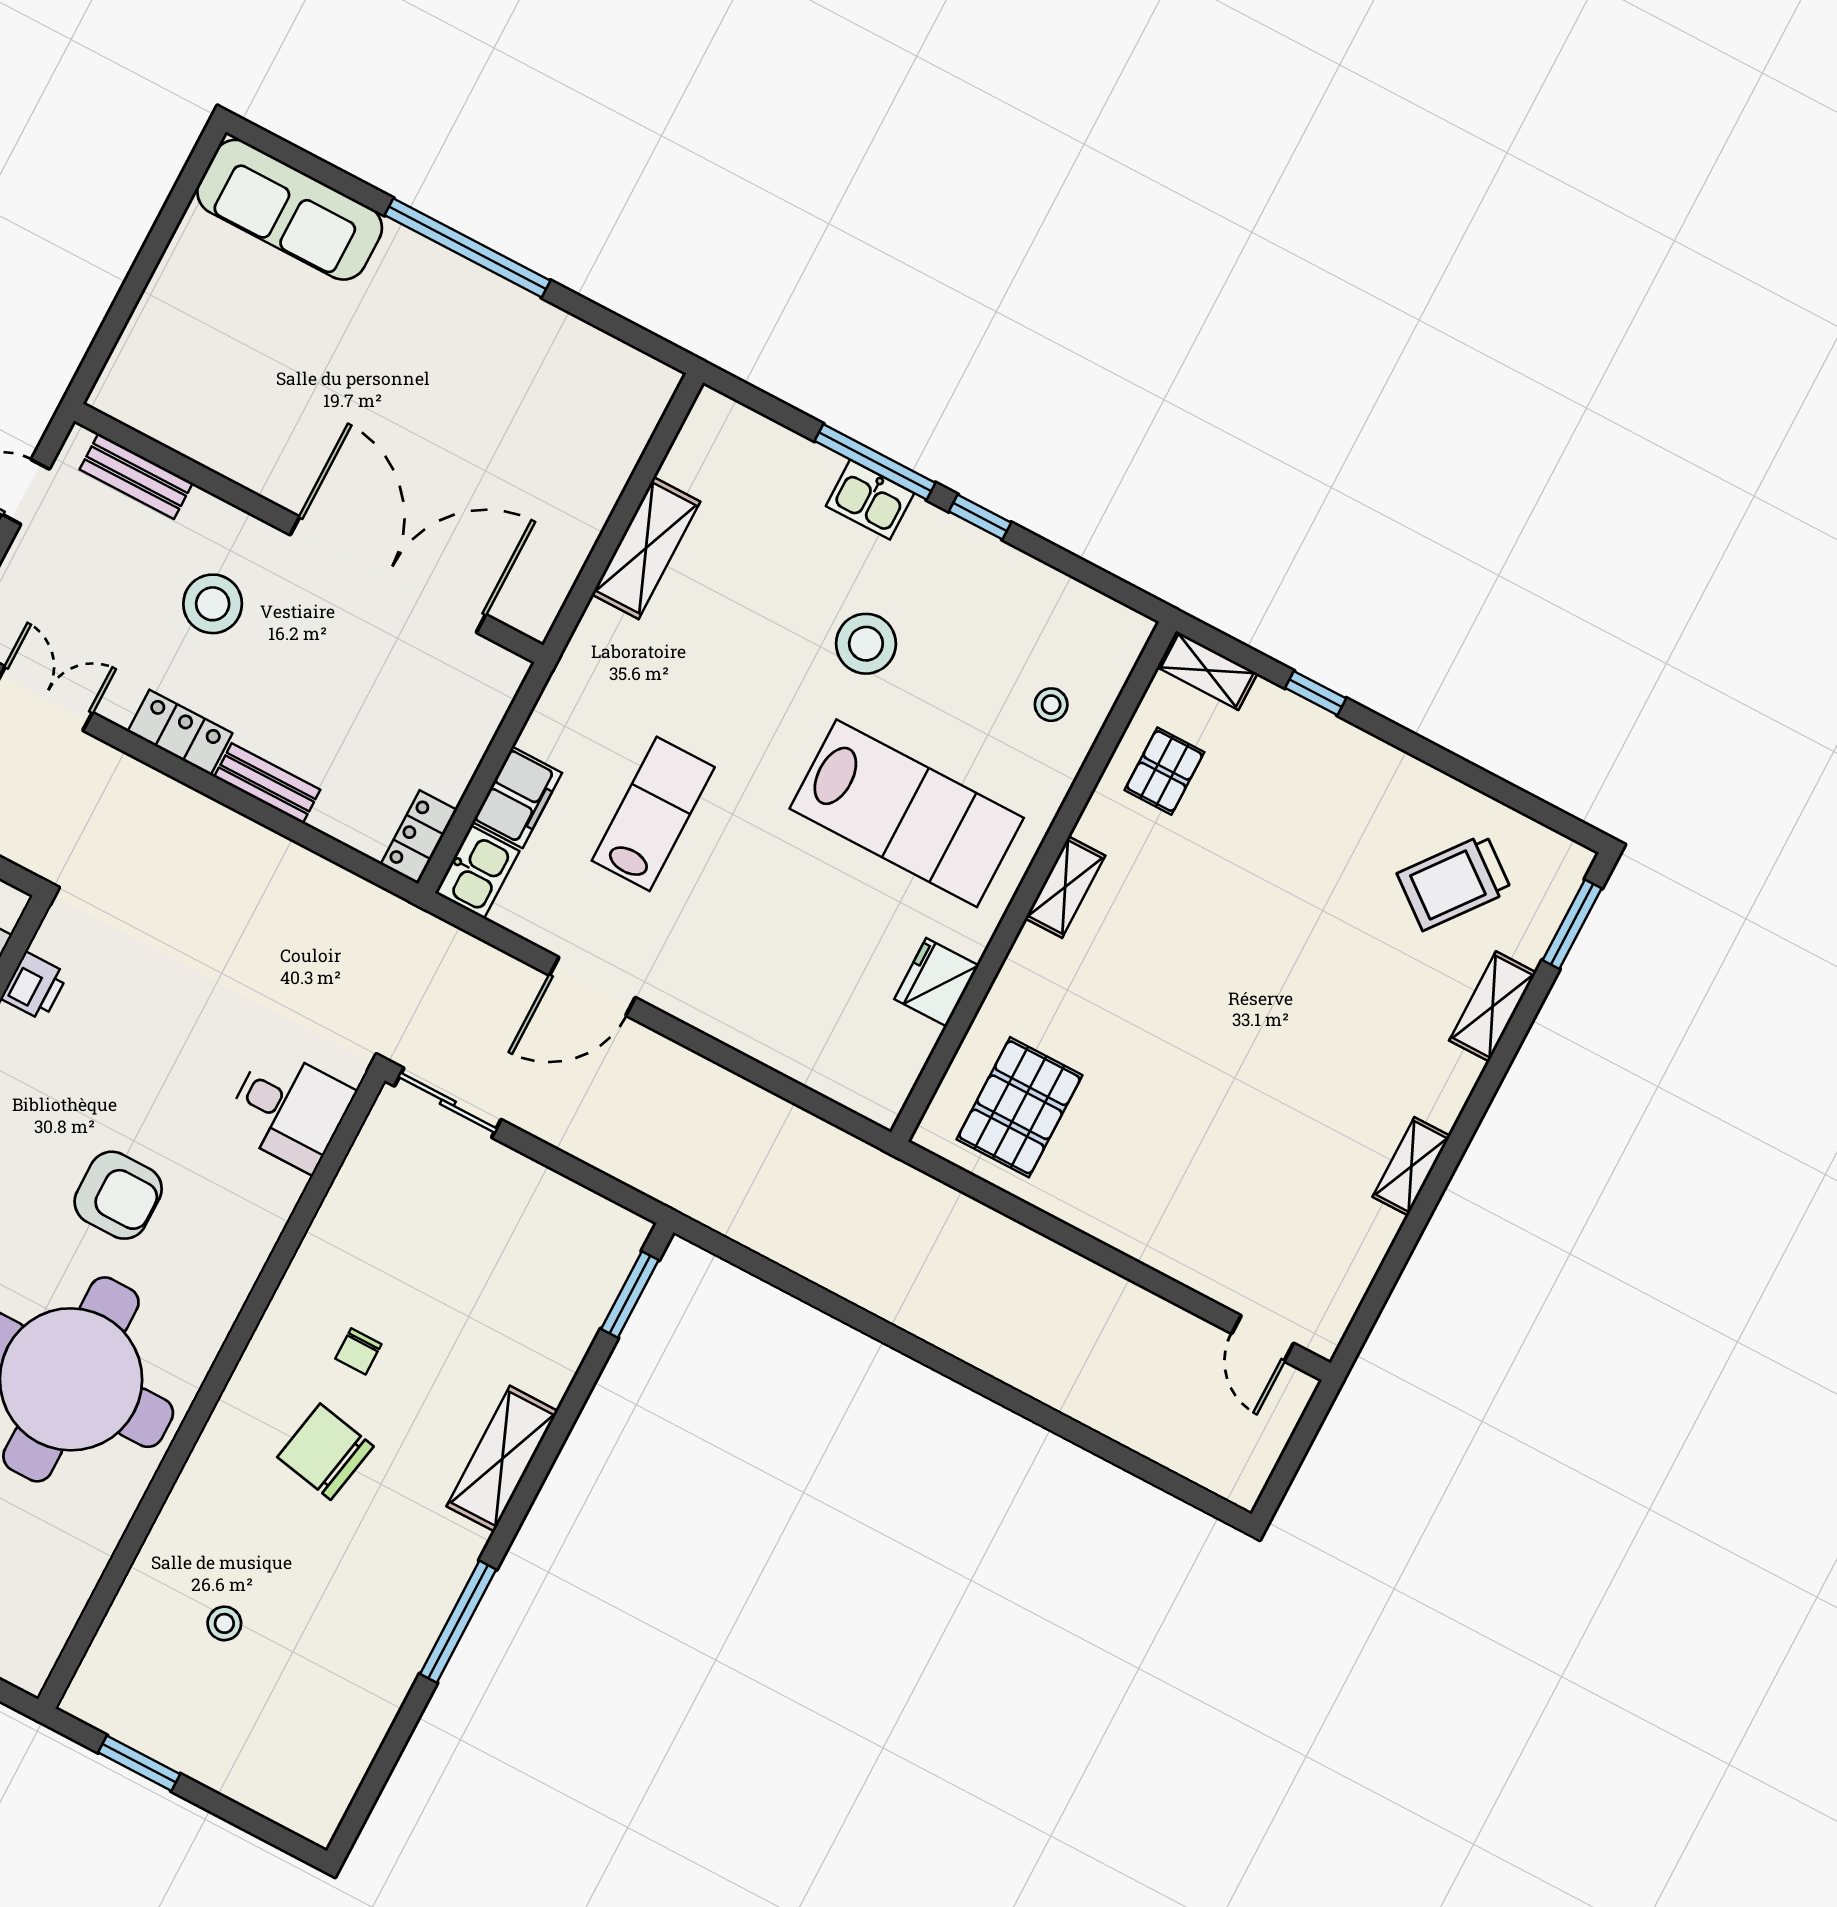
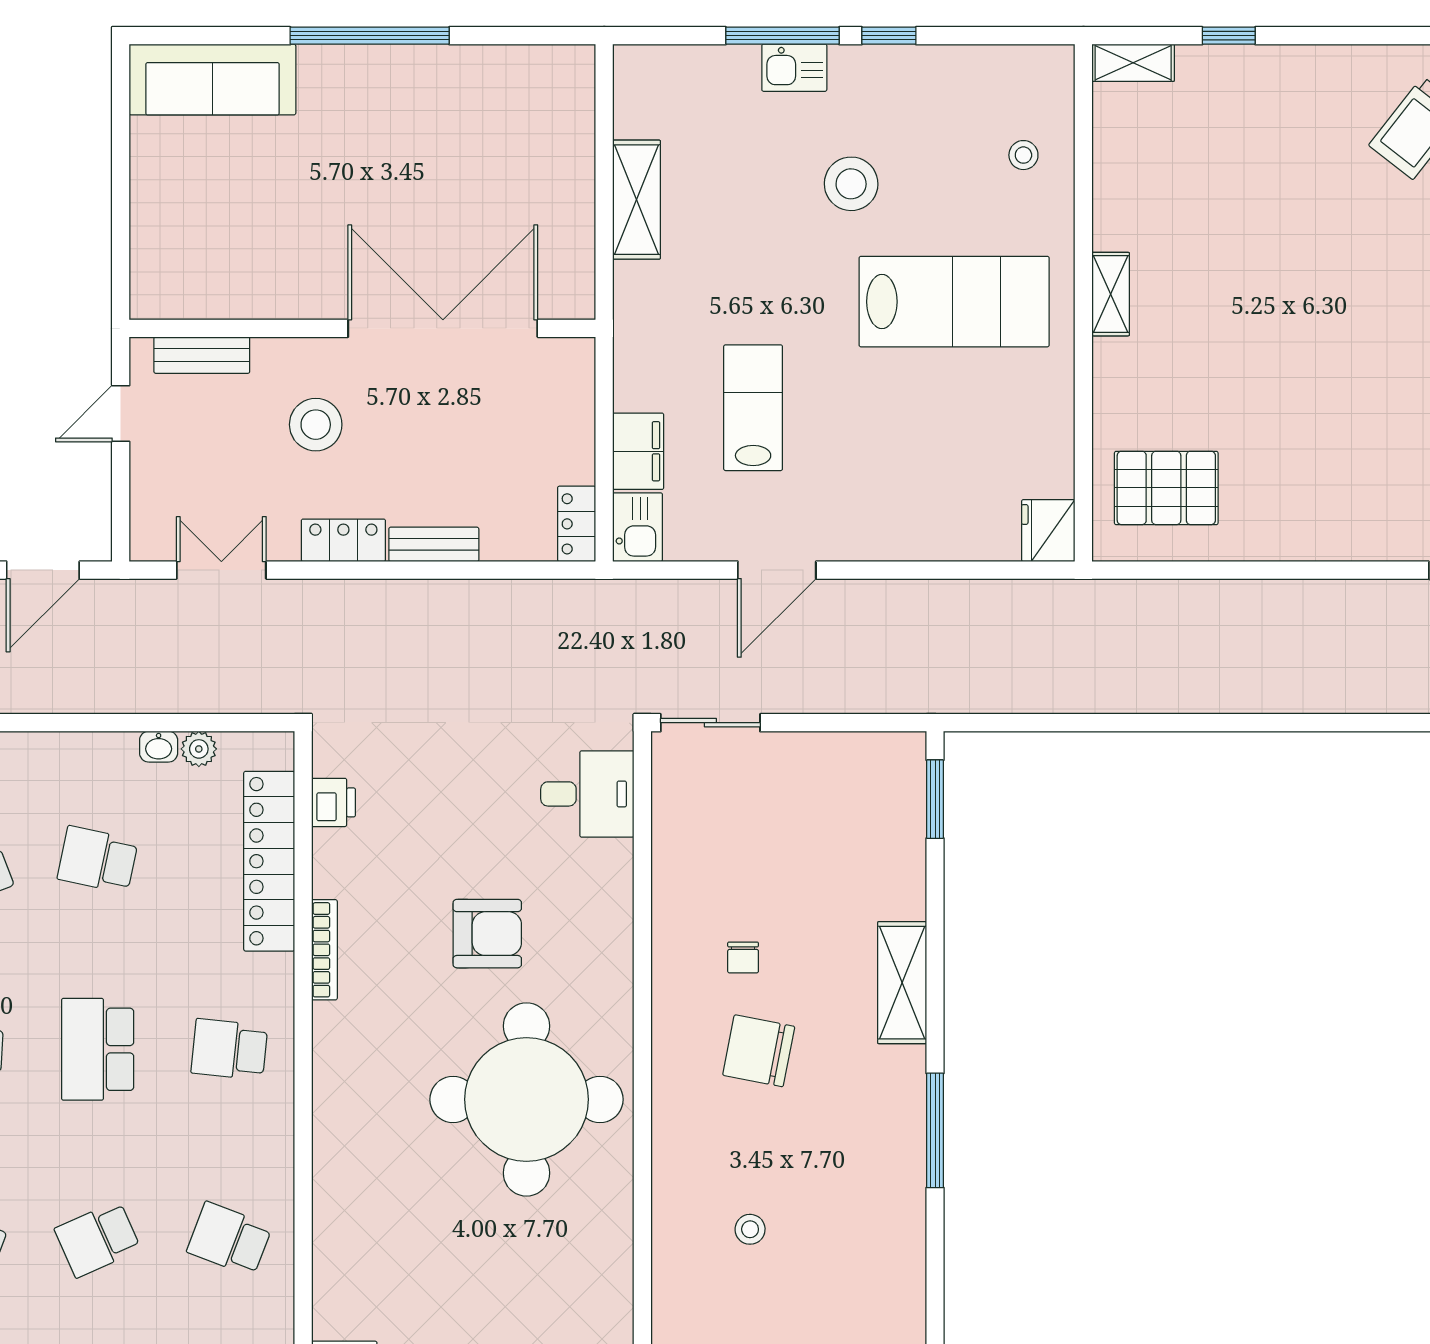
pallet: (1164, 771) -> (1141, 161), removed
fridge: (937, 982) -> (1048, 531), moved
pallet: (1019, 1107) -> (1166, 488), turned 90

